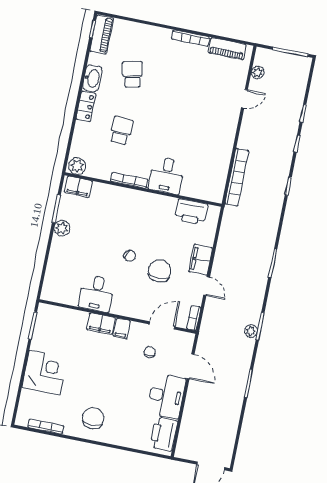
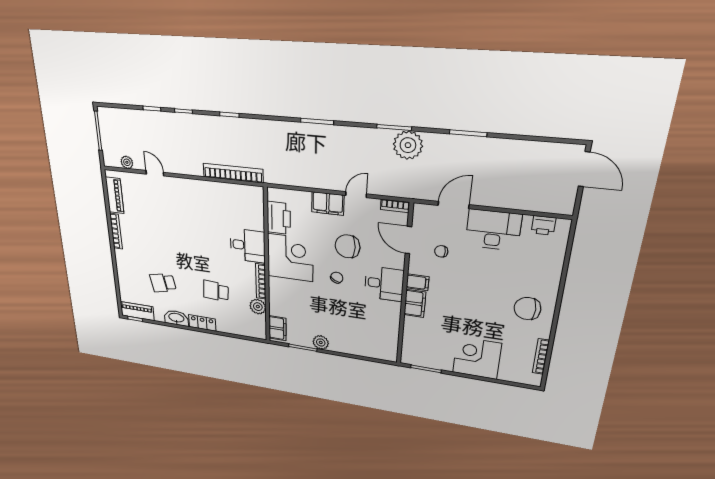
plant: (77, 166) -> (258, 307), moved
corner desk: (152, 215) -> (290, 258), added
desk: (97, 293) -> (384, 284), moved
plant: (251, 331) -> (408, 145), width x1.88, depth x1.88
printer: (164, 434) -> (543, 225), width x0.53, depth x0.68

